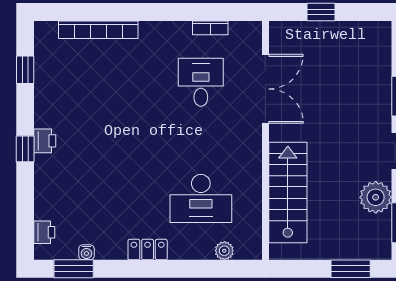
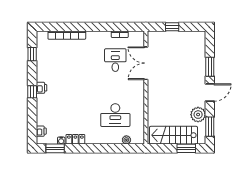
double door: (265, 89) -> (146, 63), swing flipped
stairs: (288, 192) -> (173, 135), moved, turned -90
locker: (148, 250) -> (75, 139), moved

